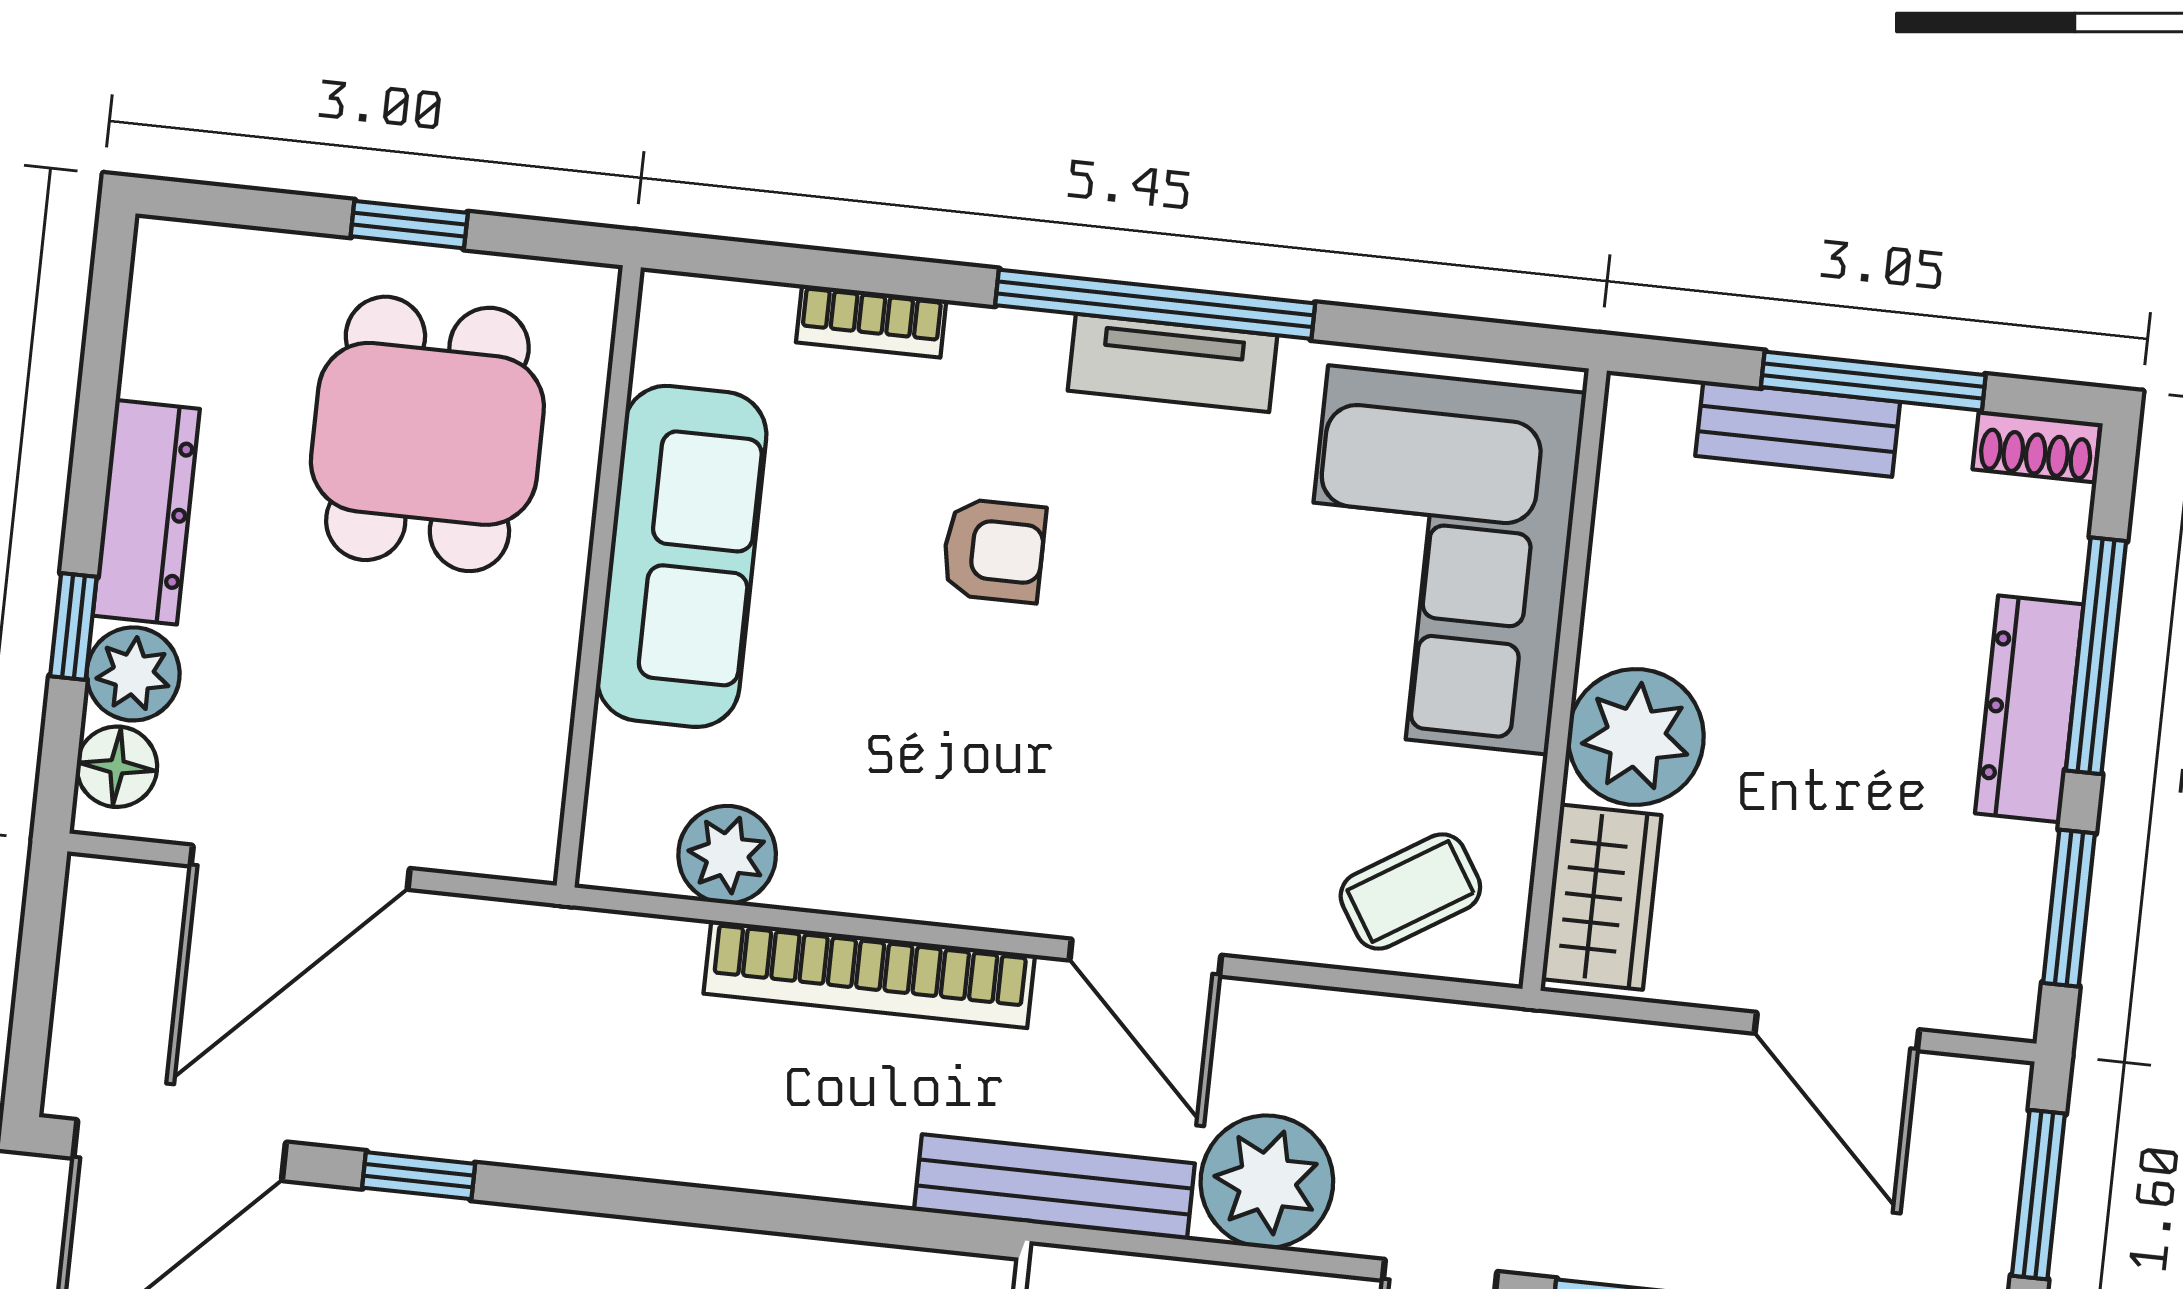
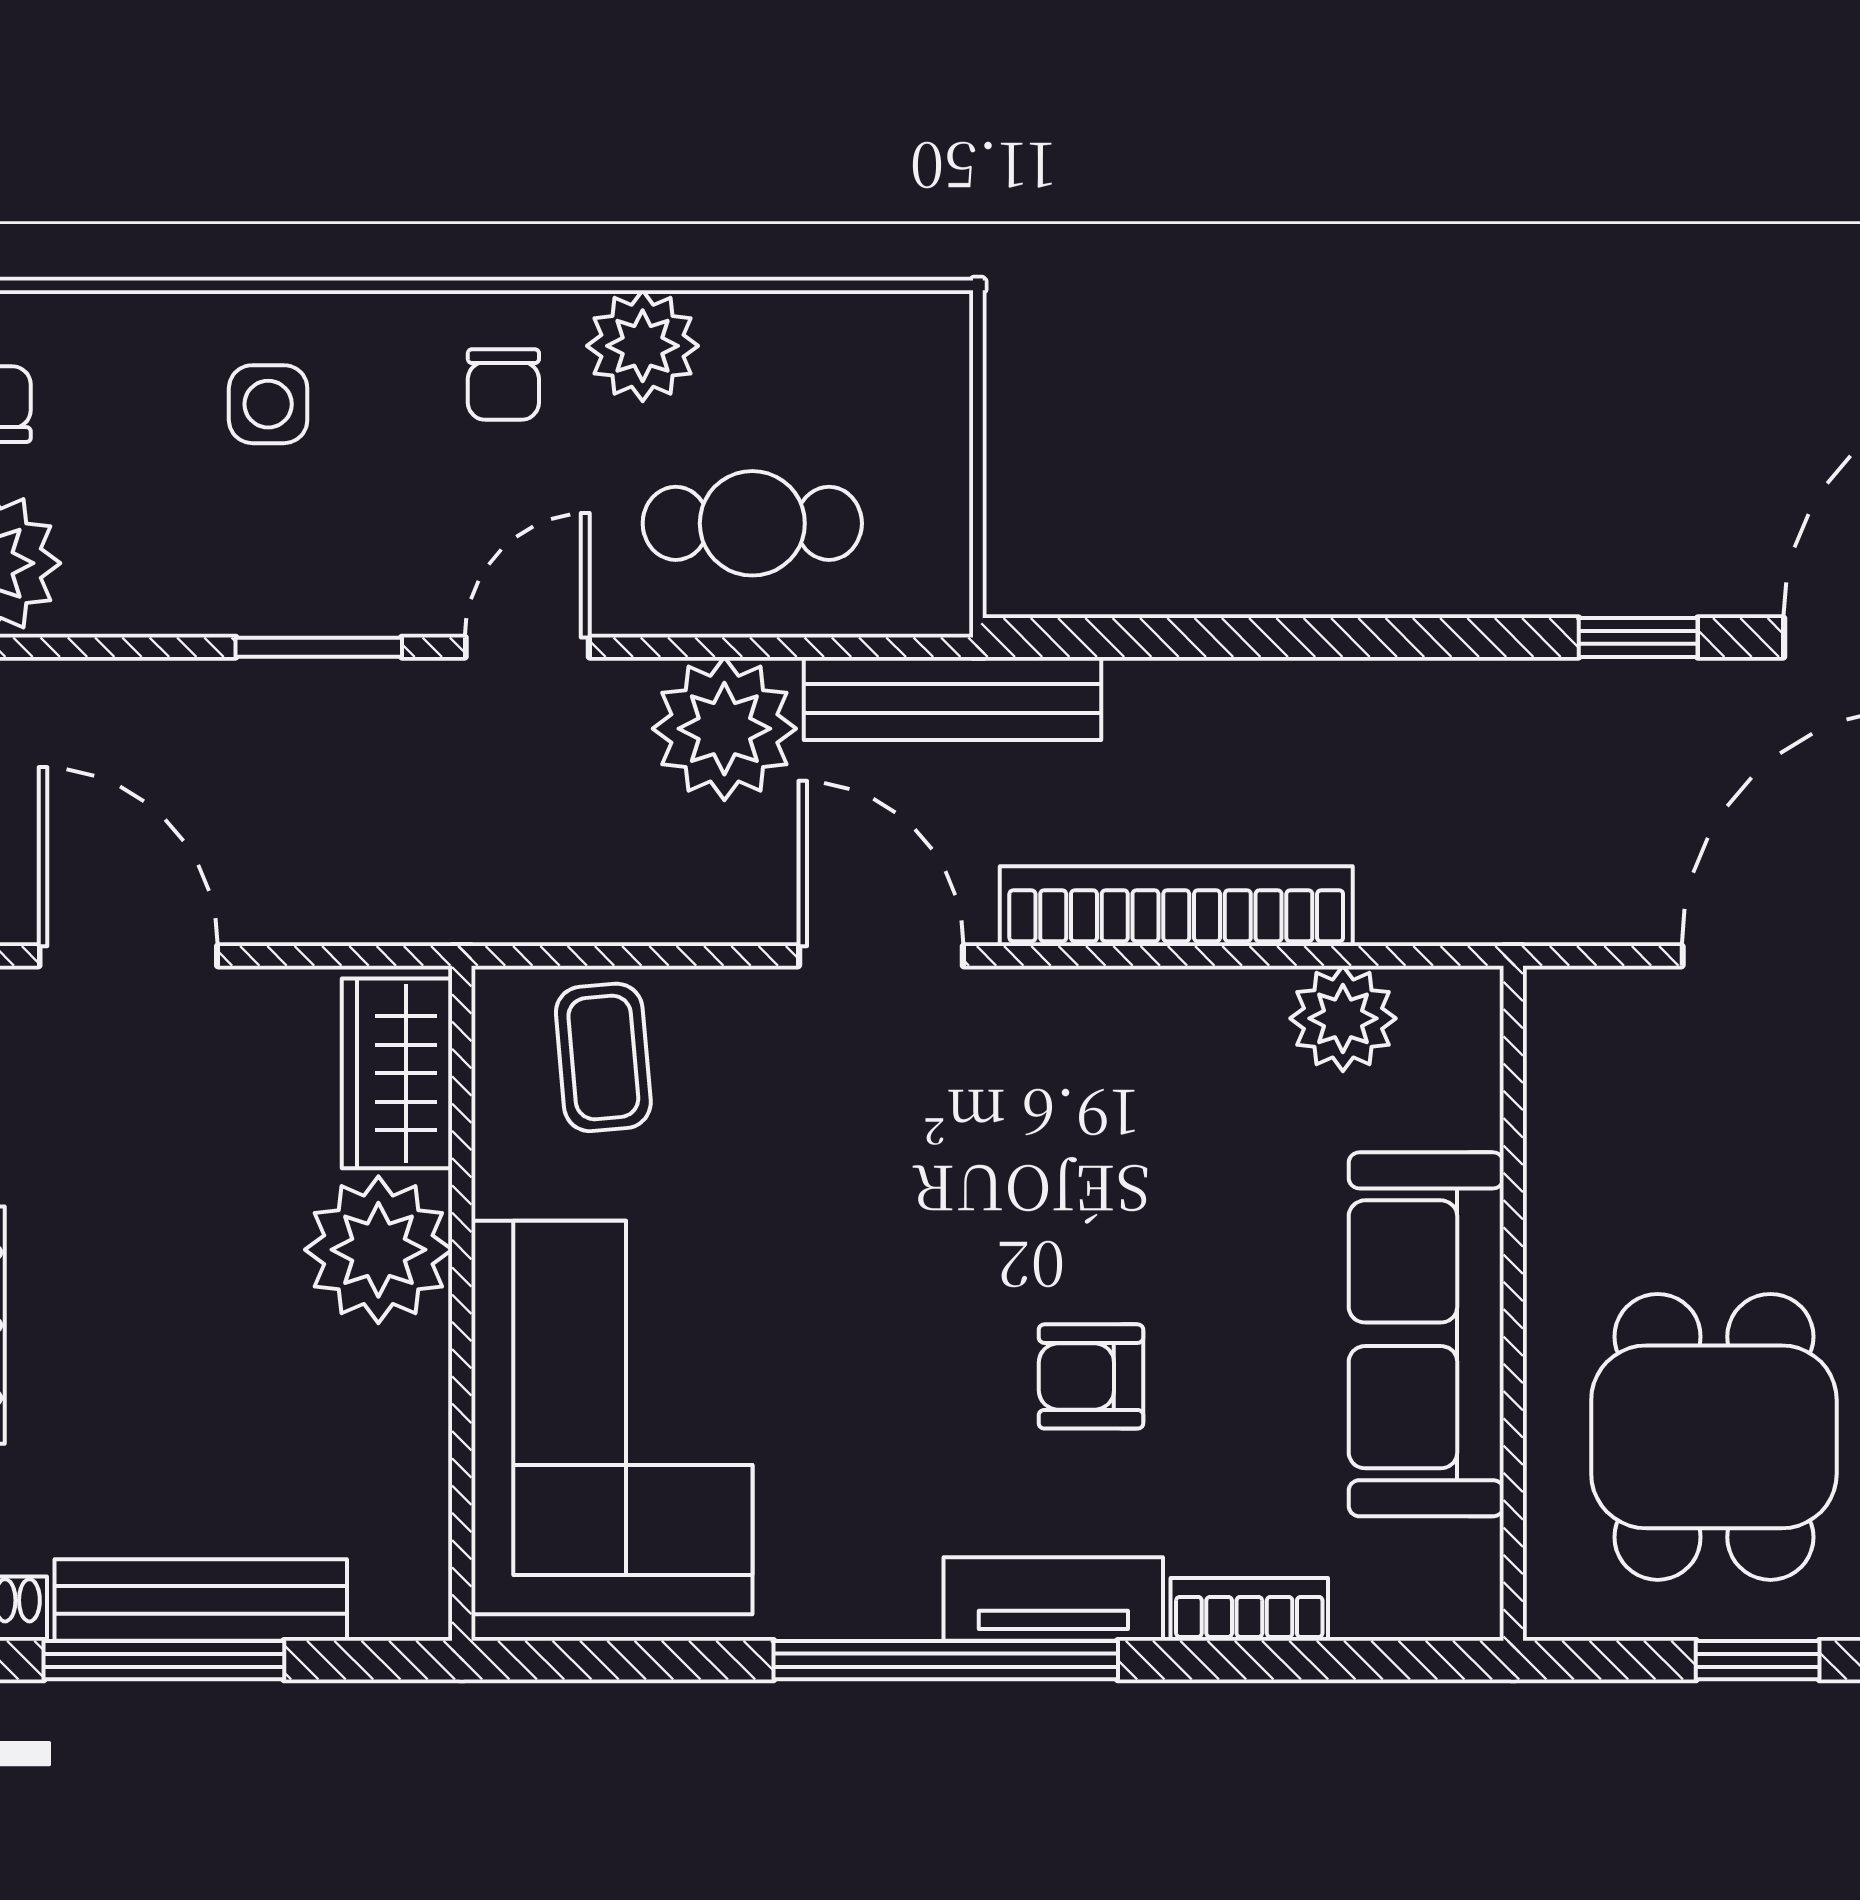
tv unit: (1173, 363) -> (1053, 1599), moved
bench: (1798, 429) -> (201, 1600), width x1.36
coffee table: (1410, 891) -> (603, 1057), turned -63

